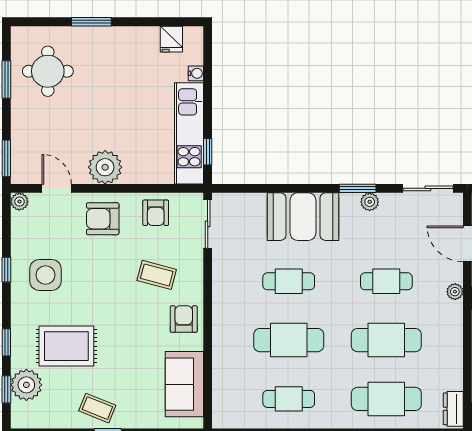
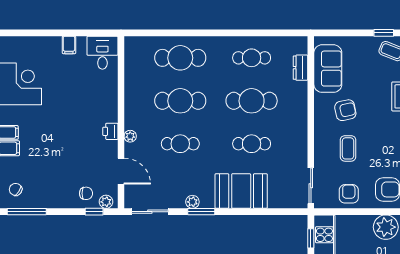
coffee table: (157, 275) -> (348, 148), turned 75
armchair: (184, 319) -> (345, 110), moved, turned -102
dresser: (453, 409) -> (300, 68), moved, turned 180

